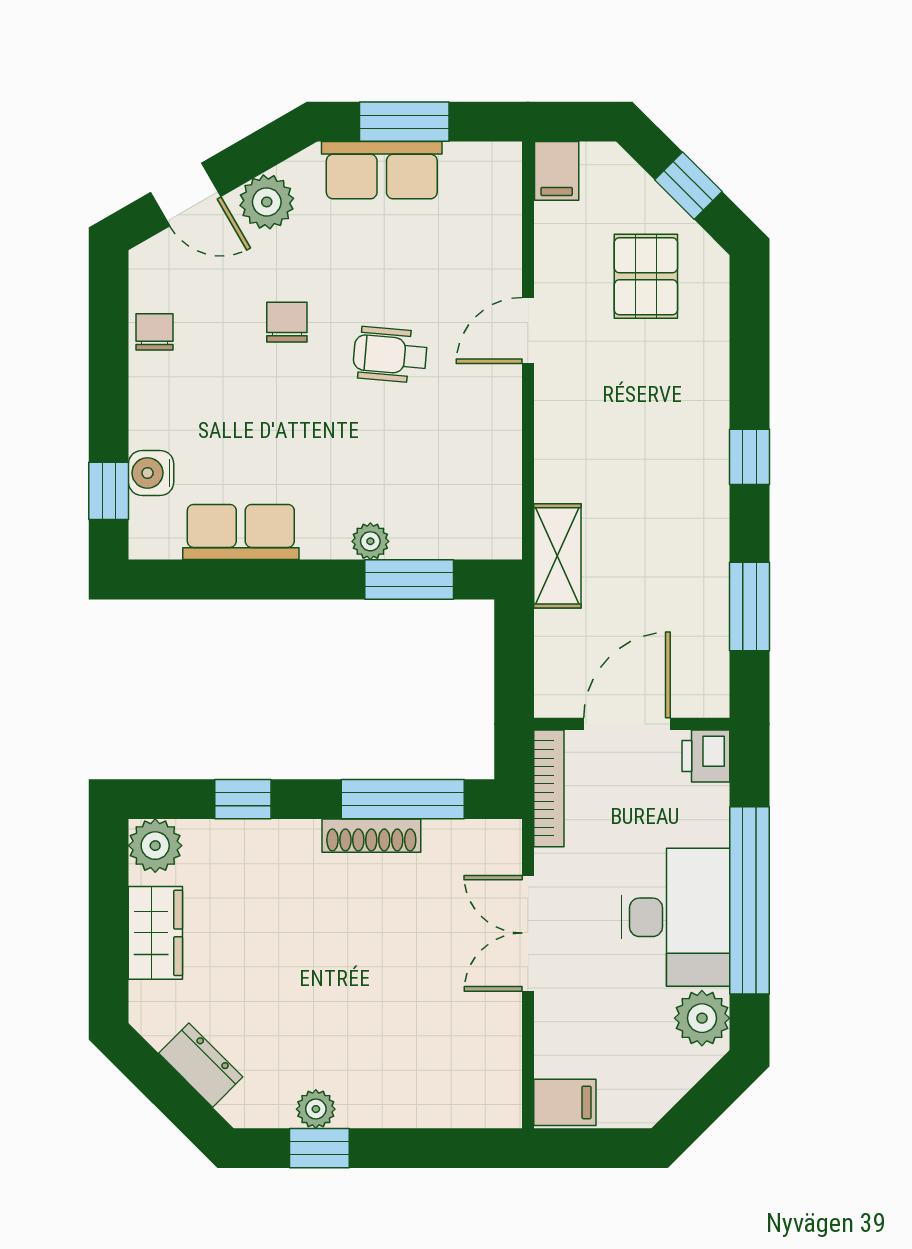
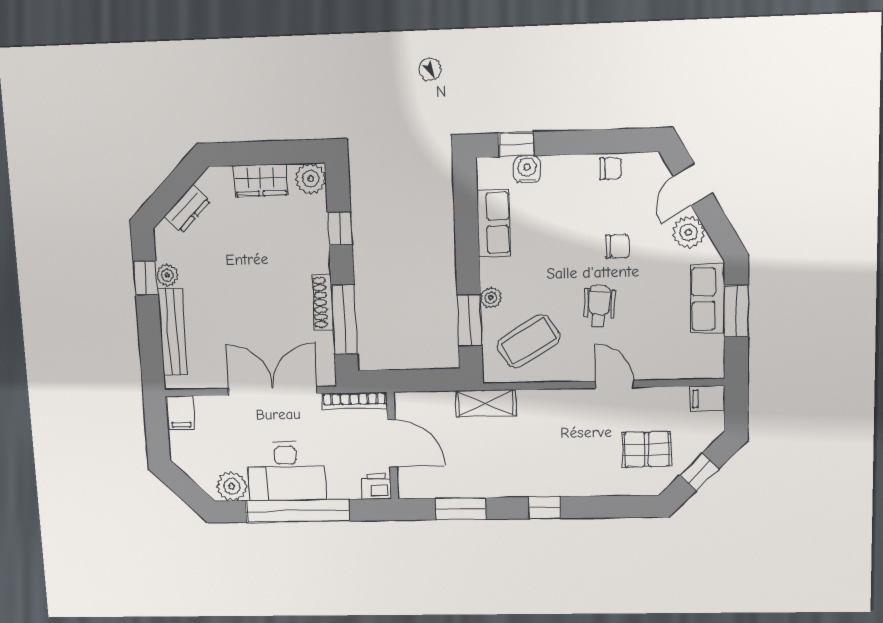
coffee table: (449, 478) -> (529, 341), added
double door: (528, 933) -> (273, 391), width x1.37
bench: (417, 1106) -> (173, 332), added

